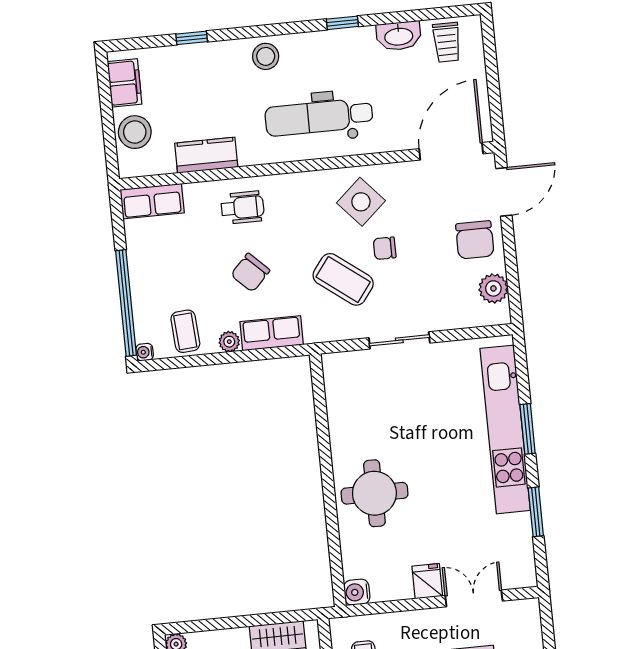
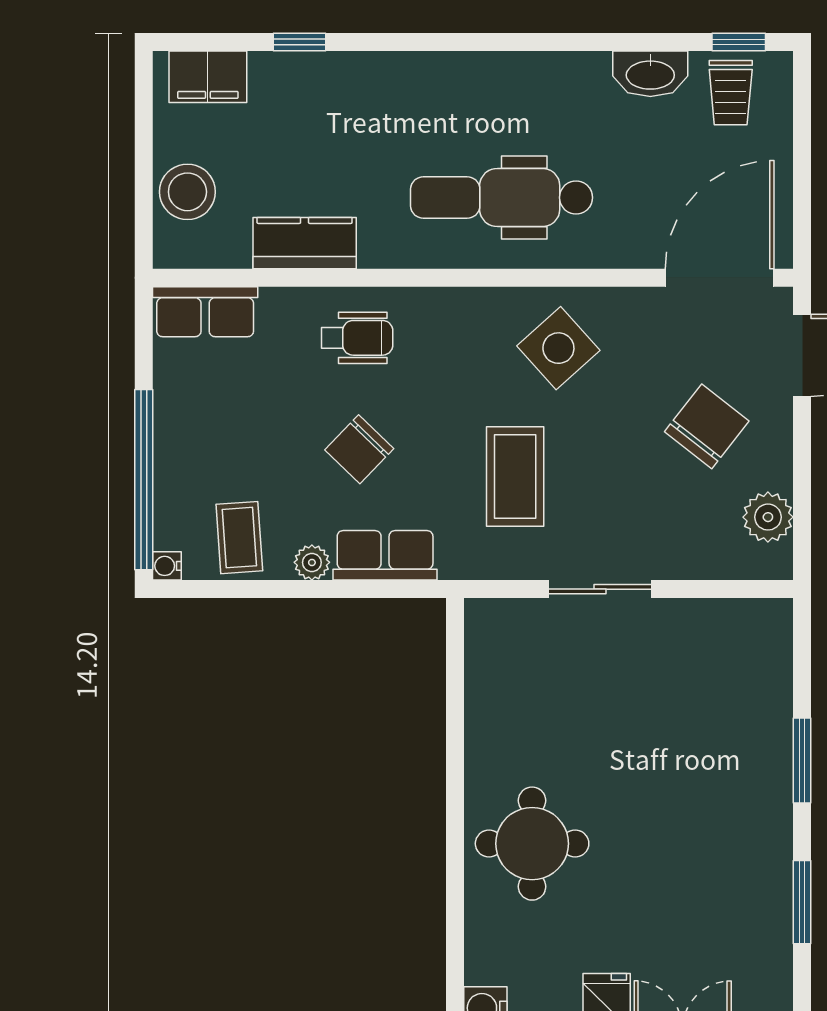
window: (342, 23) -> (739, 42), moved
stool: (266, 56) -> (422, 86), removed
filing cabinet: (125, 83) -> (208, 77), moved, turned 90
chair: (475, 240) -> (707, 426), moved, turned -142
chair: (385, 248) -> (591, 431), removed
coffee table: (343, 279) -> (515, 476), turned 53
kitchen unit: (505, 429) -> (764, 758), removed

